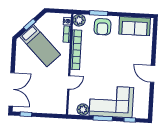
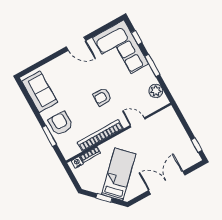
plant: (79, 20) -> (69, 151), removed
armchair: (102, 27) -> (61, 123), turned -90
armchair: (103, 69) -> (102, 97), added
door: (153, 74) -> (76, 44), hinge flipped
double door: (12, 89) -> (167, 183), moved
corner sofa: (111, 102) -> (121, 51), moved

